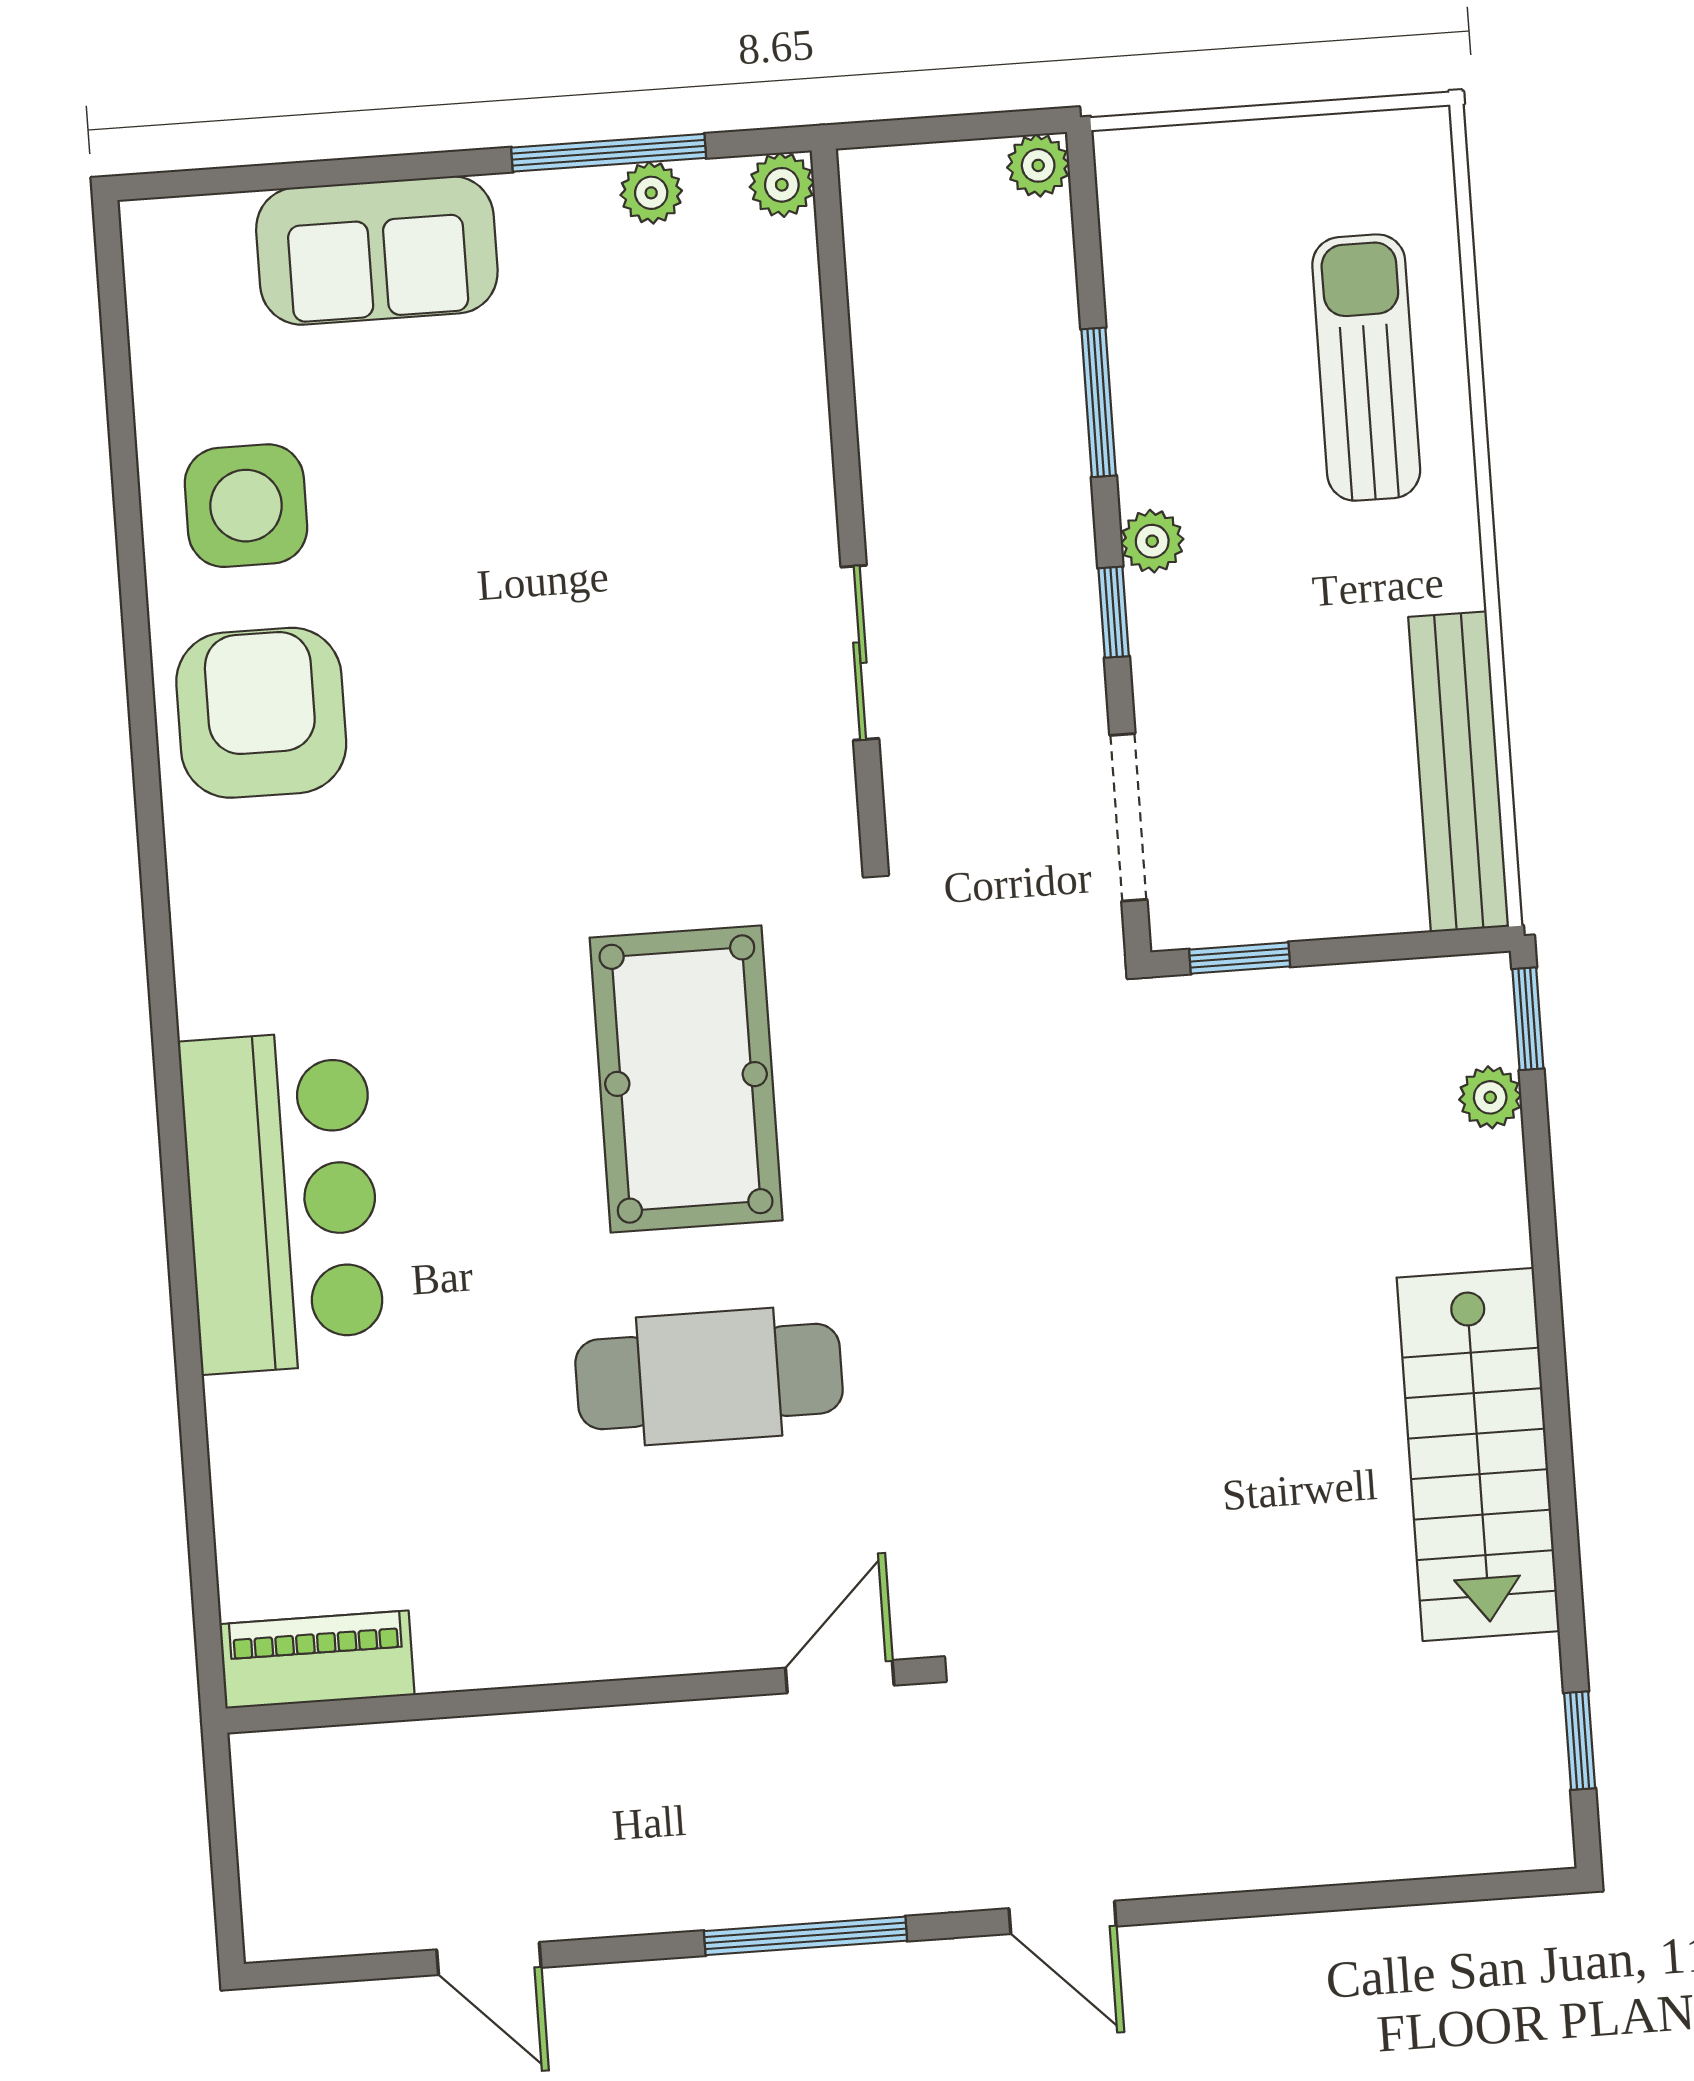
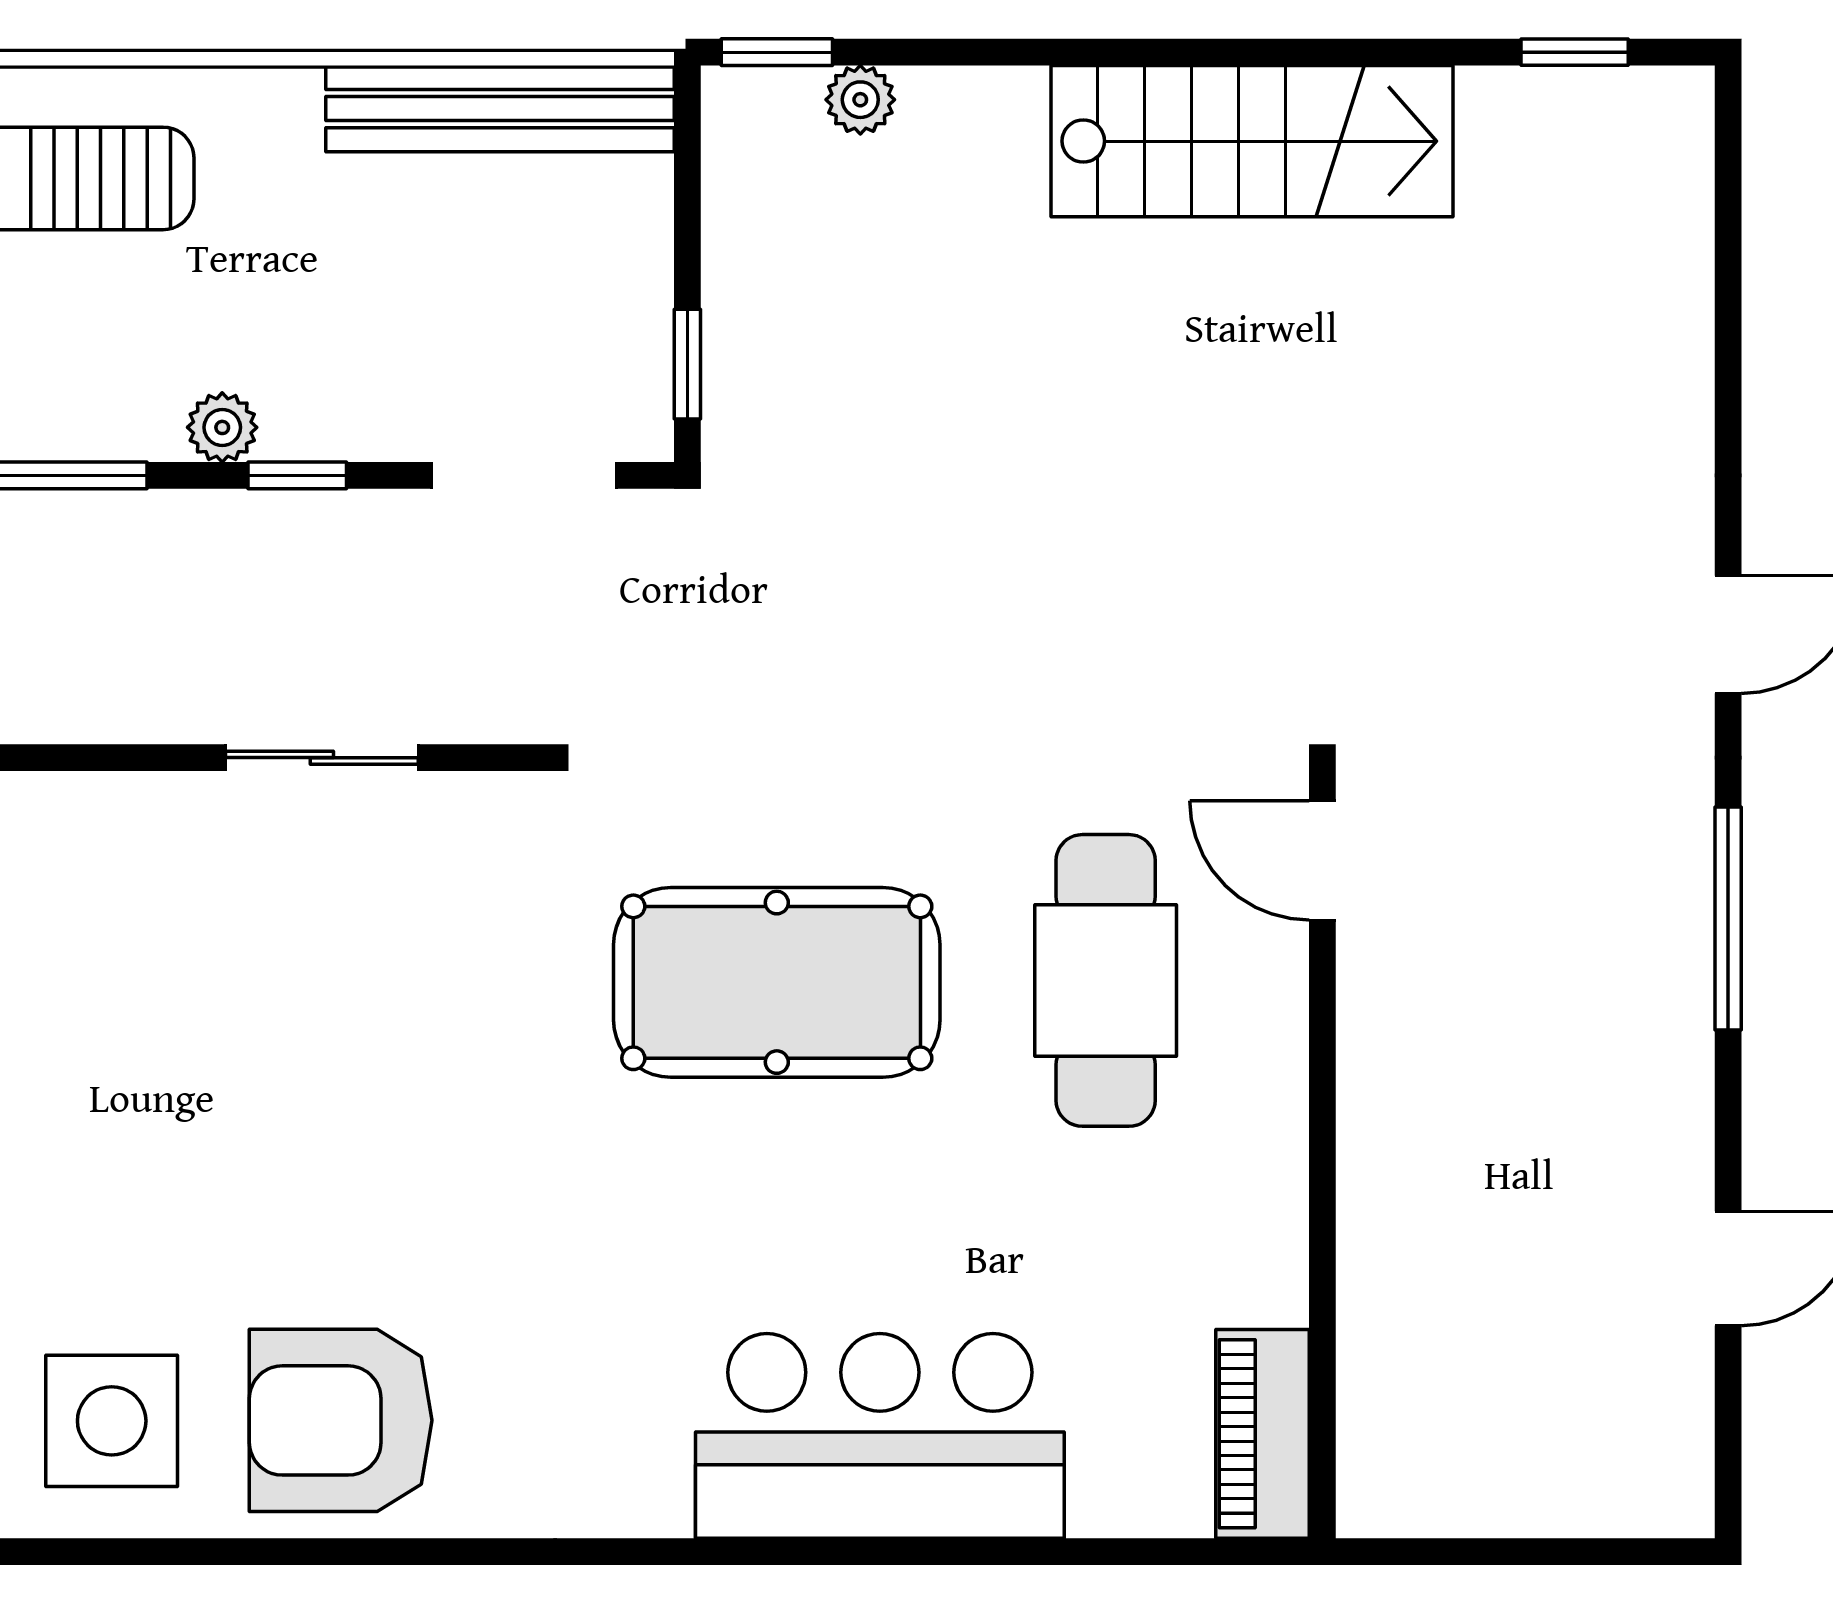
piano: (317, 1660) -> (1262, 1434), moved
door: (840, 1677) -> (1322, 860), moved
wall: (574, 1696) -> (1322, 1155), moved

